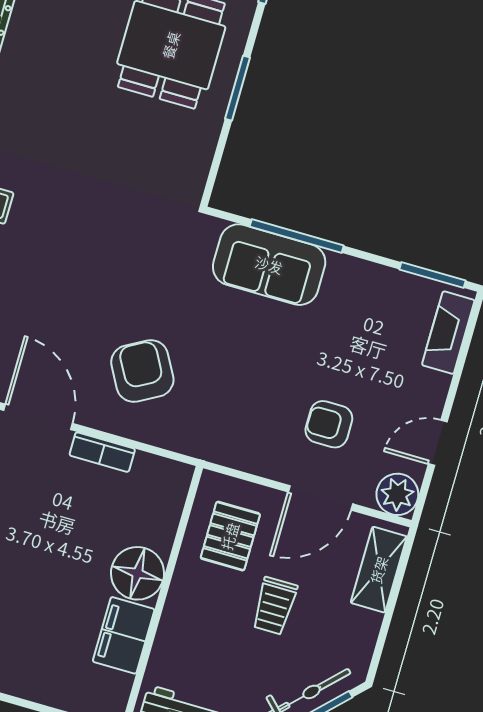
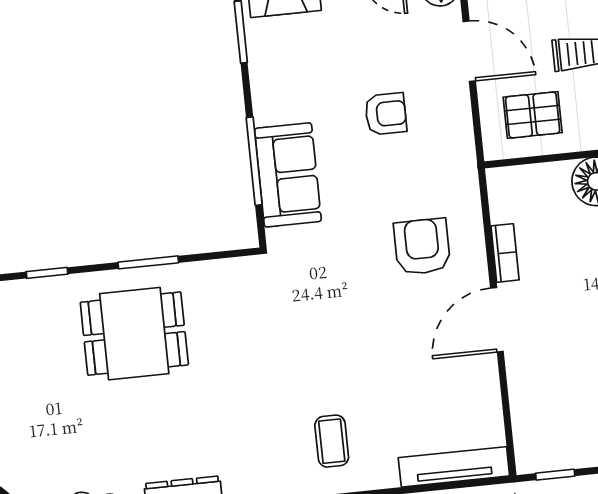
armchair: (142, 371) -> (422, 247), turned 119
armchair: (329, 424) -> (386, 114), moved, turned -90

